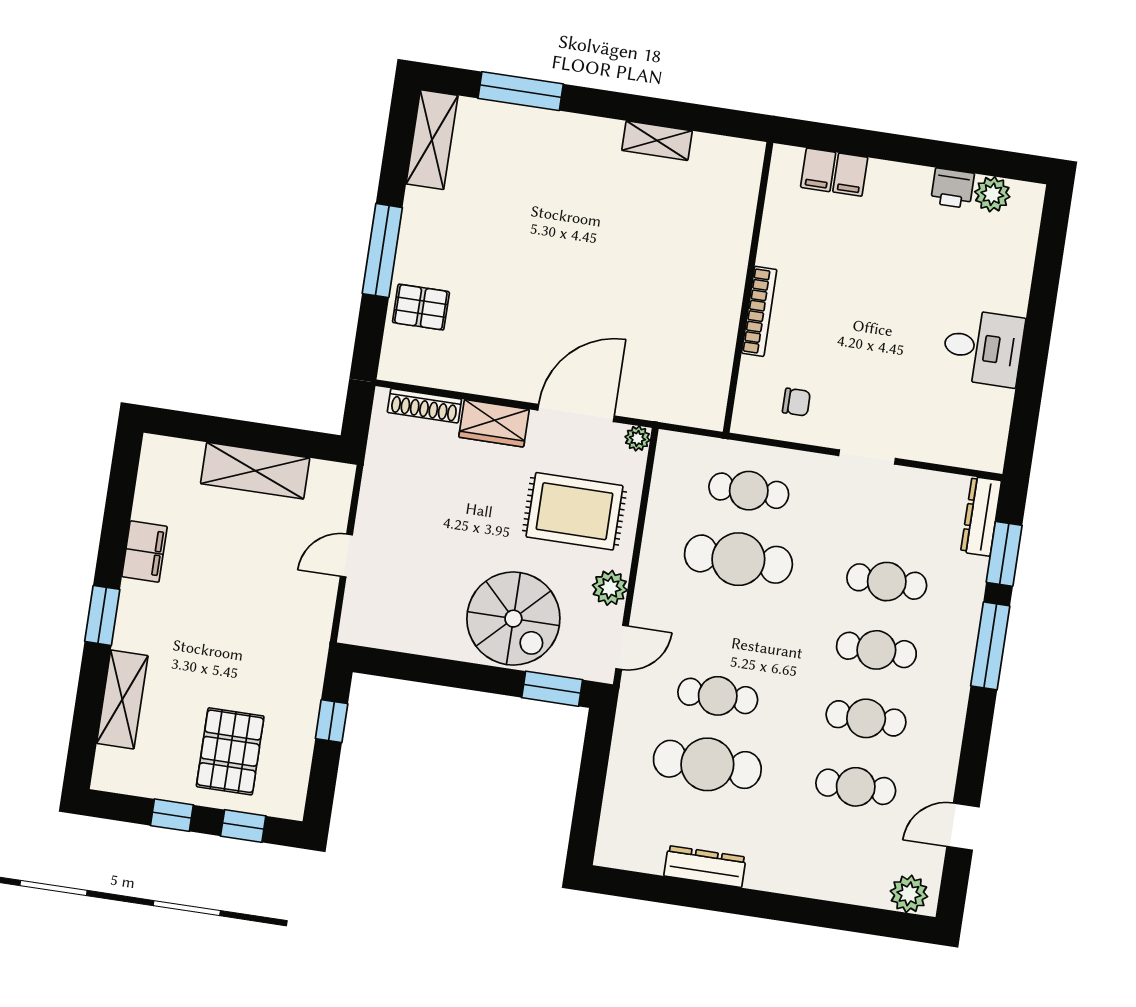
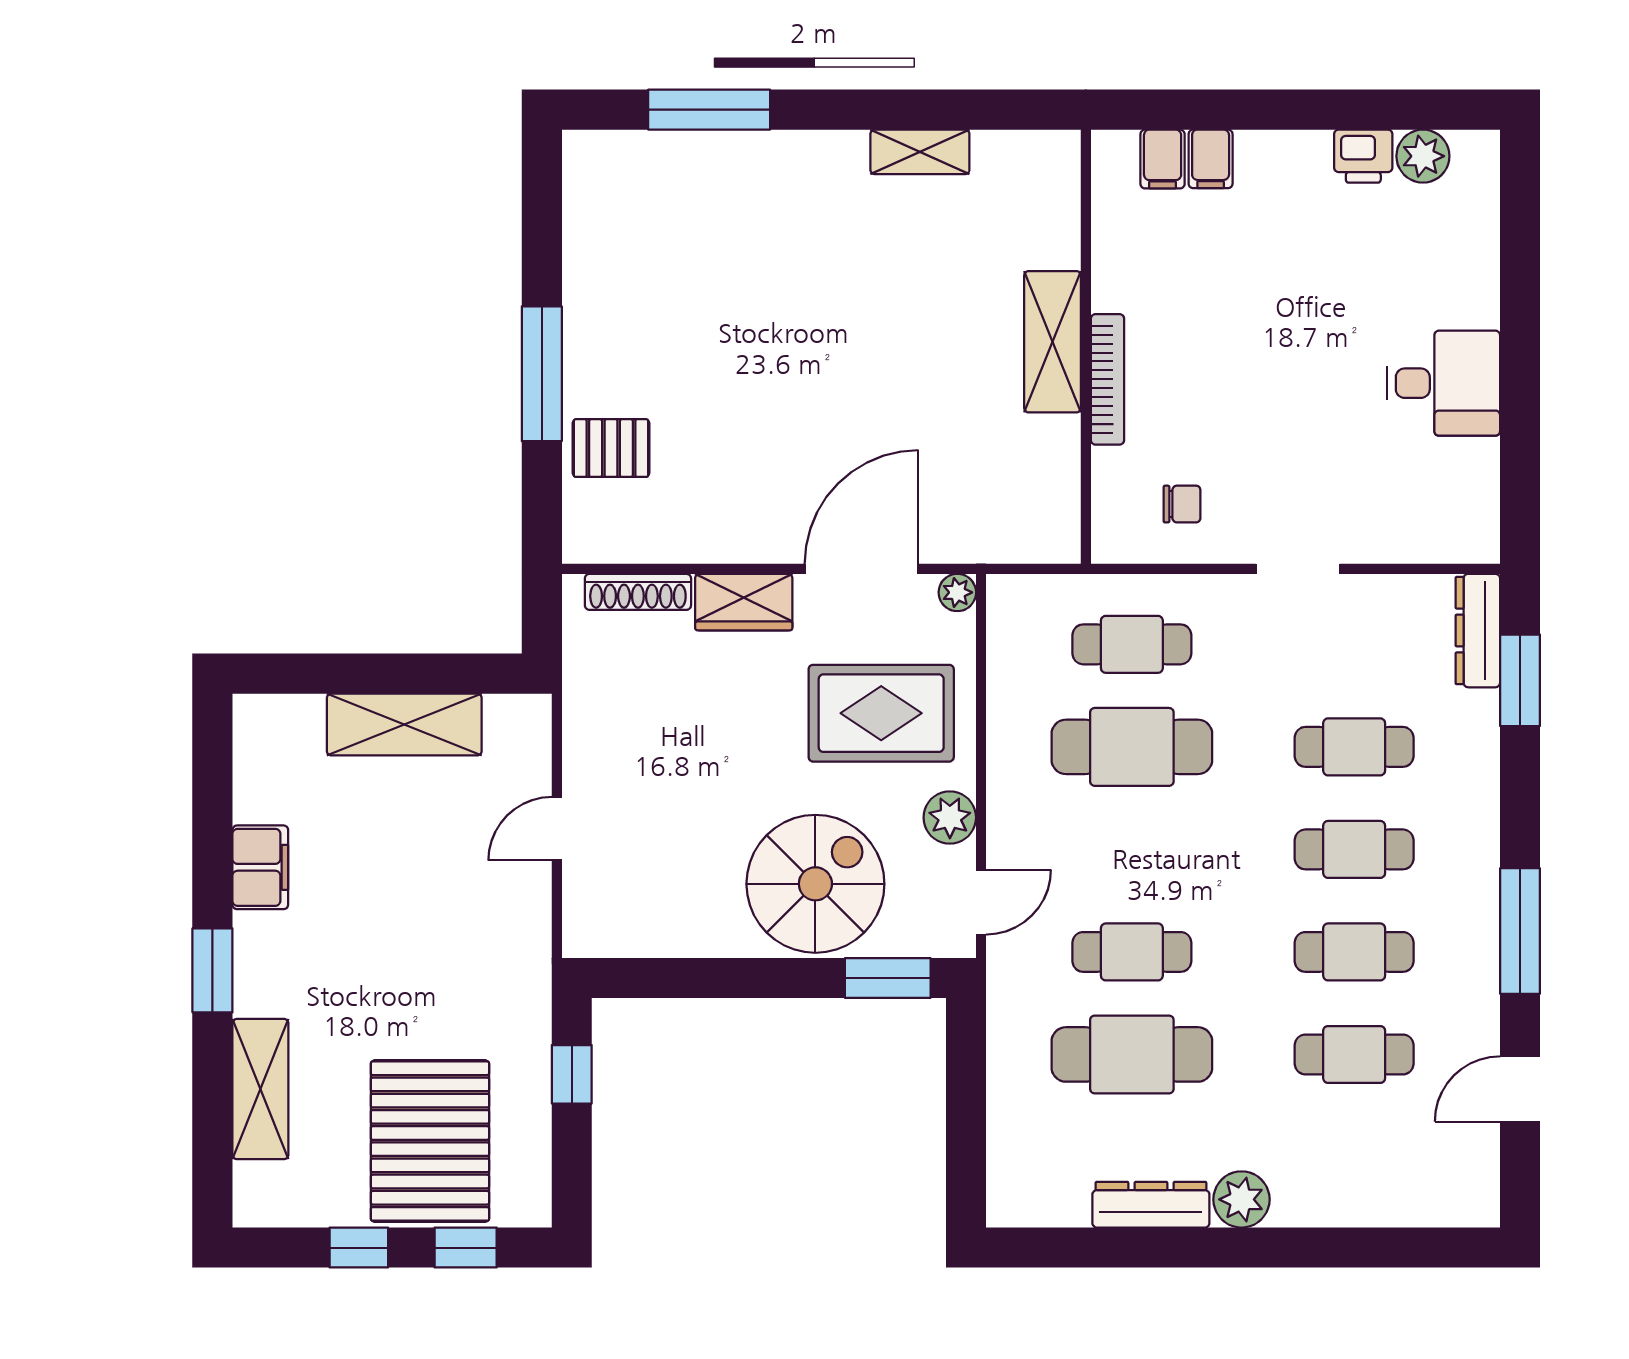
shelving: (432, 140) -> (1053, 342), moved
spiral stairs: (513, 619) -> (815, 884), turned -90
window: (990, 646) -> (1520, 931), moved
pallet: (230, 751) -> (430, 1141), width x1.37, depth x1.41
plant: (909, 894) -> (1241, 1199), moved

